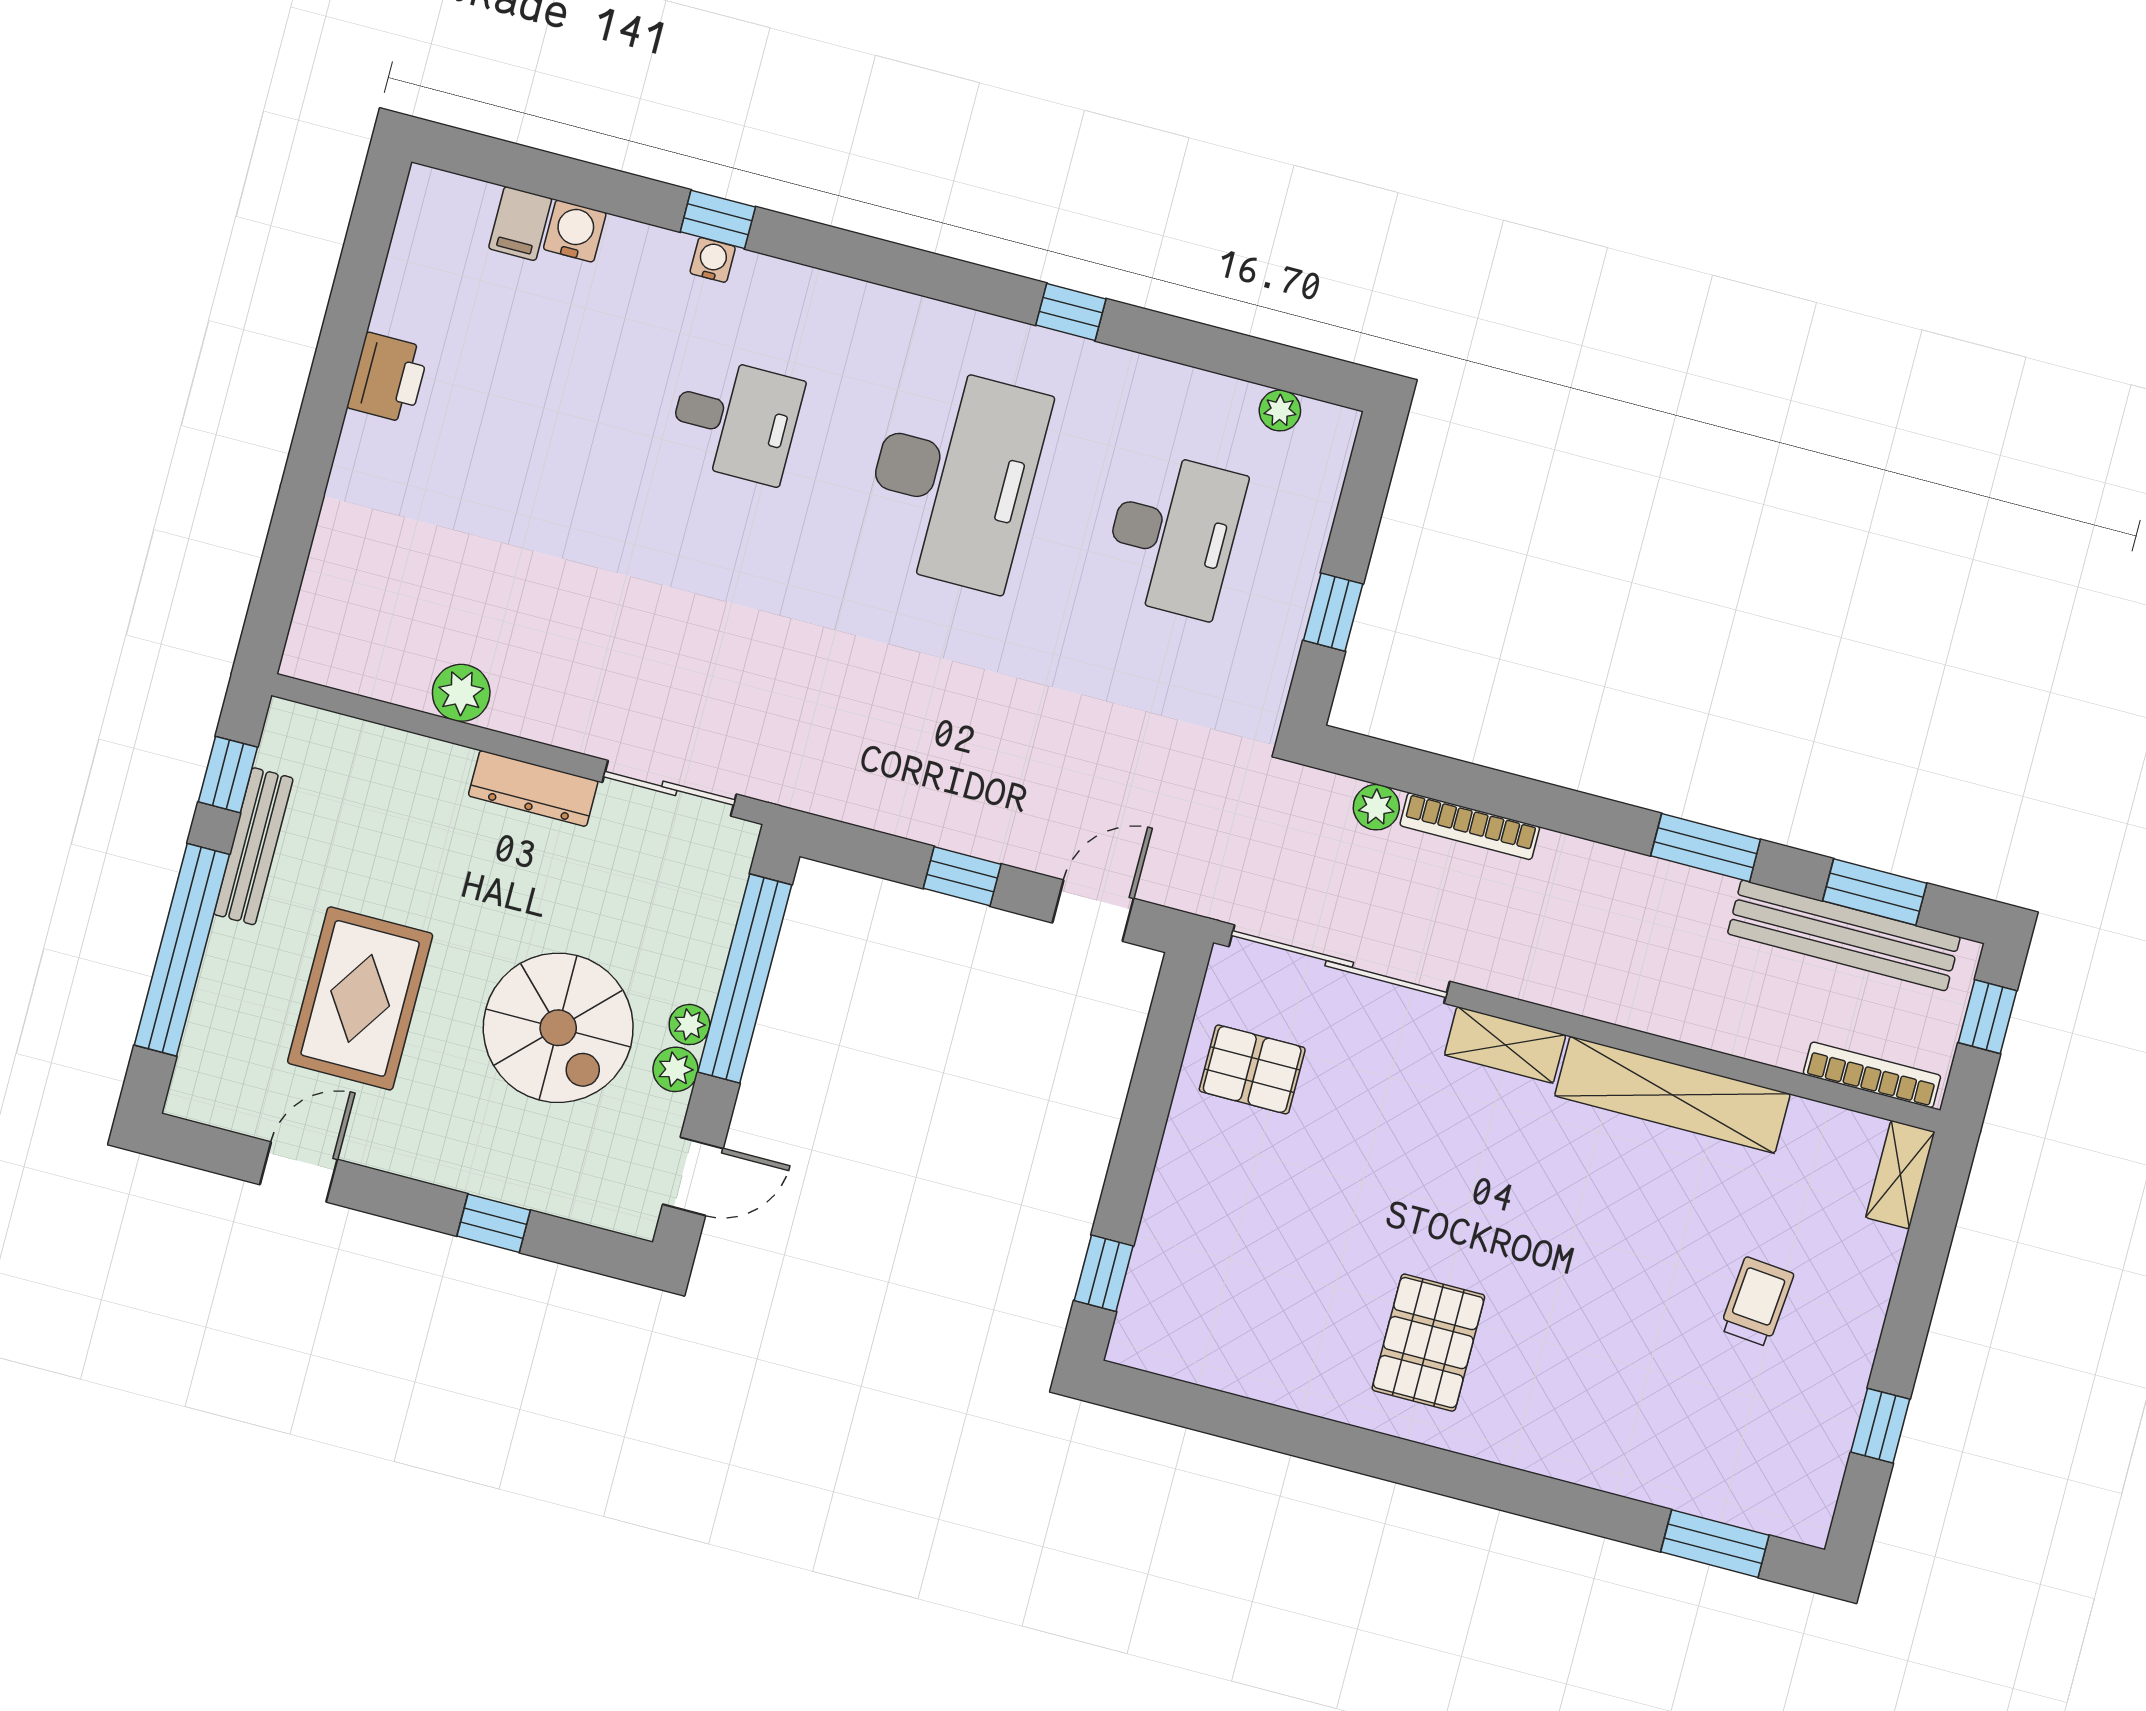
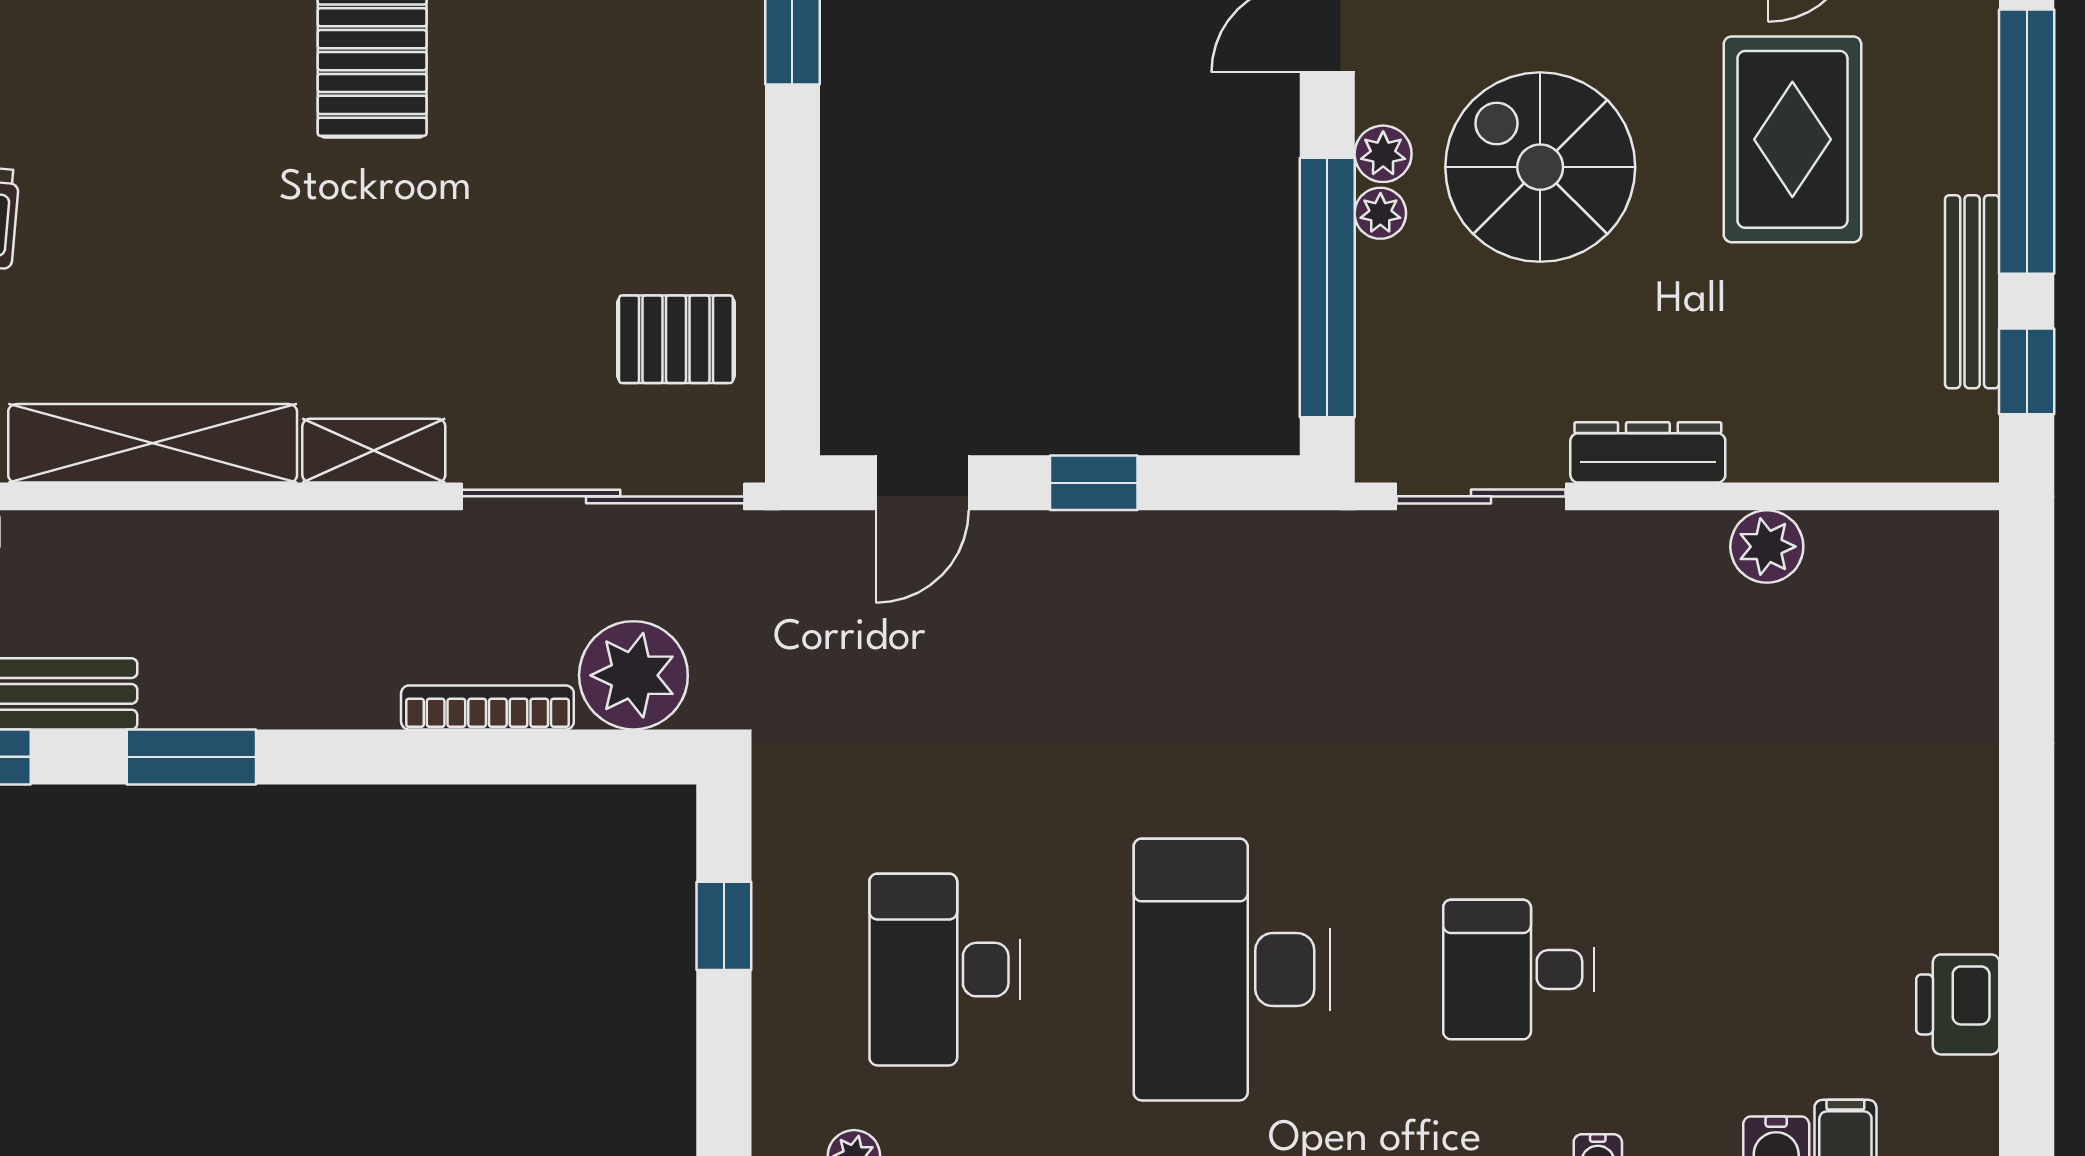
printer: (388, 378) -> (1958, 1004), moved
plant: (1376, 807) -> (633, 675), width x1.88, depth x1.88

